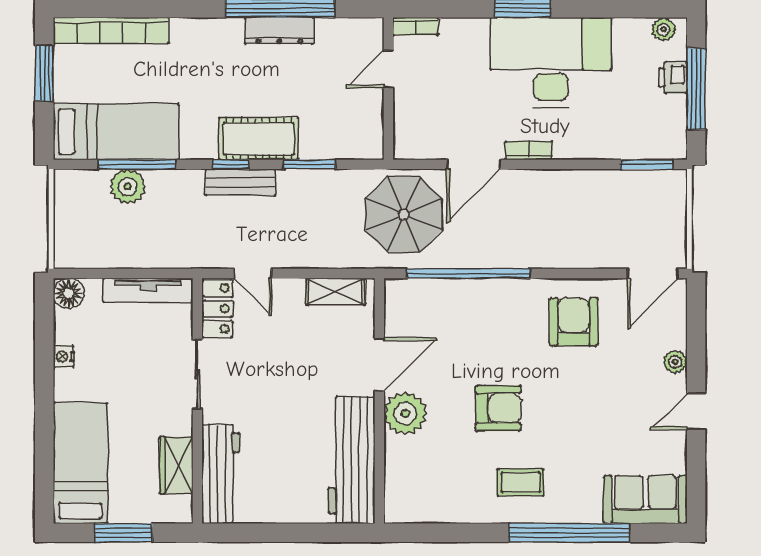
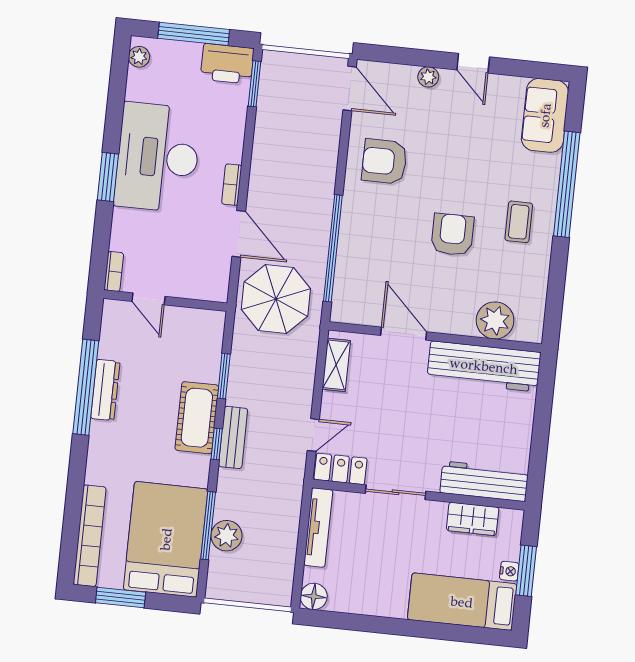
printer: (673, 78) -> (227, 64), moved, width x1.87, depth x1.48
bed: (116, 132) -> (166, 539), width x1.50
nightstand: (64, 357) -> (509, 571), moved, turned -90
plant: (405, 413) -> (495, 320), moved

